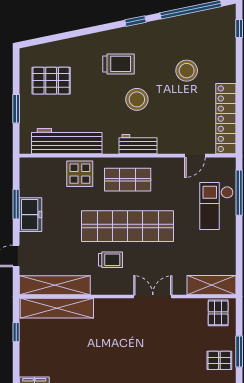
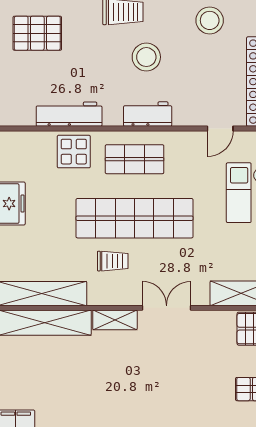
workbench: (67, 141) -> (69, 114), width x0.73, depth x0.76
shelving: (112, 306) -> (115, 320), added

